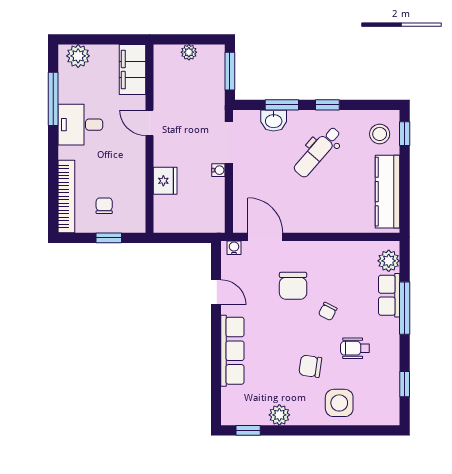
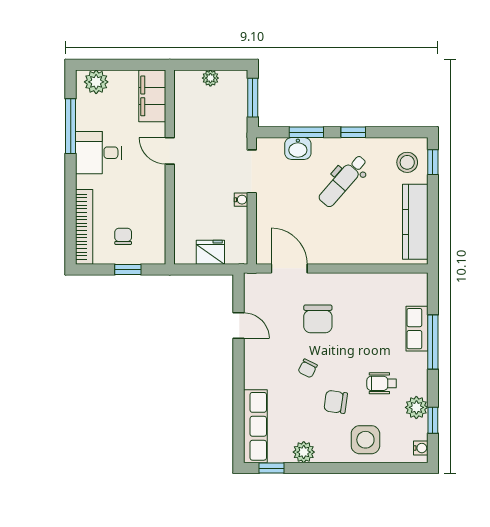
fridge: (165, 181) -> (210, 252), moved, turned -90
water cooler: (234, 248) -> (421, 448), moved, turned 90
plant: (389, 261) -> (416, 407), moved
chair: (328, 311) -> (308, 368), moved
row of seats: (232, 351) -> (255, 426), moved

